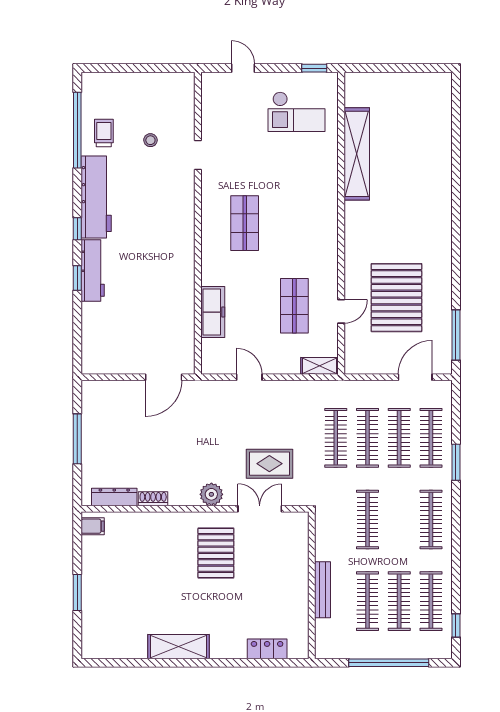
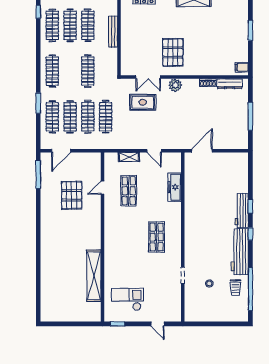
pallet: (396, 298) -> (72, 195), width x0.73, depth x0.71
shelving: (320, 366) -> (129, 157), moved

